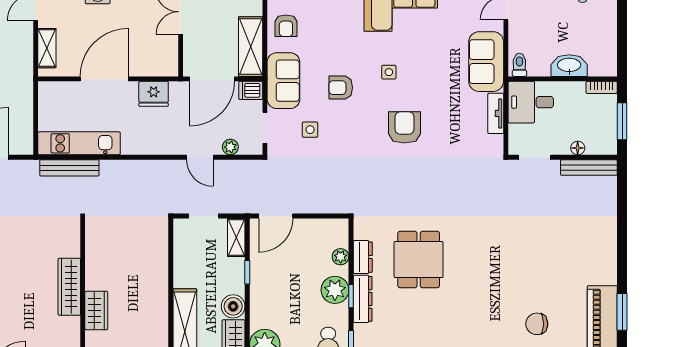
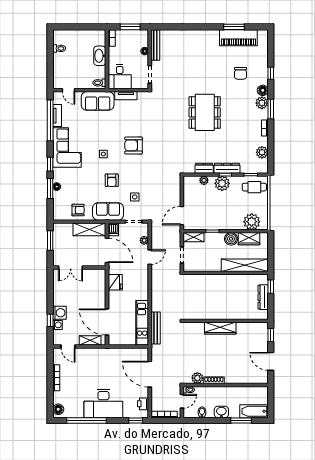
door: (104, 79) -> (107, 322), moved
door: (276, 216) -> (182, 216), swing flipped
dining table: (419, 260) -> (205, 112), moved, width x1.38
wardrobe: (96, 311) -> (233, 313), removed

